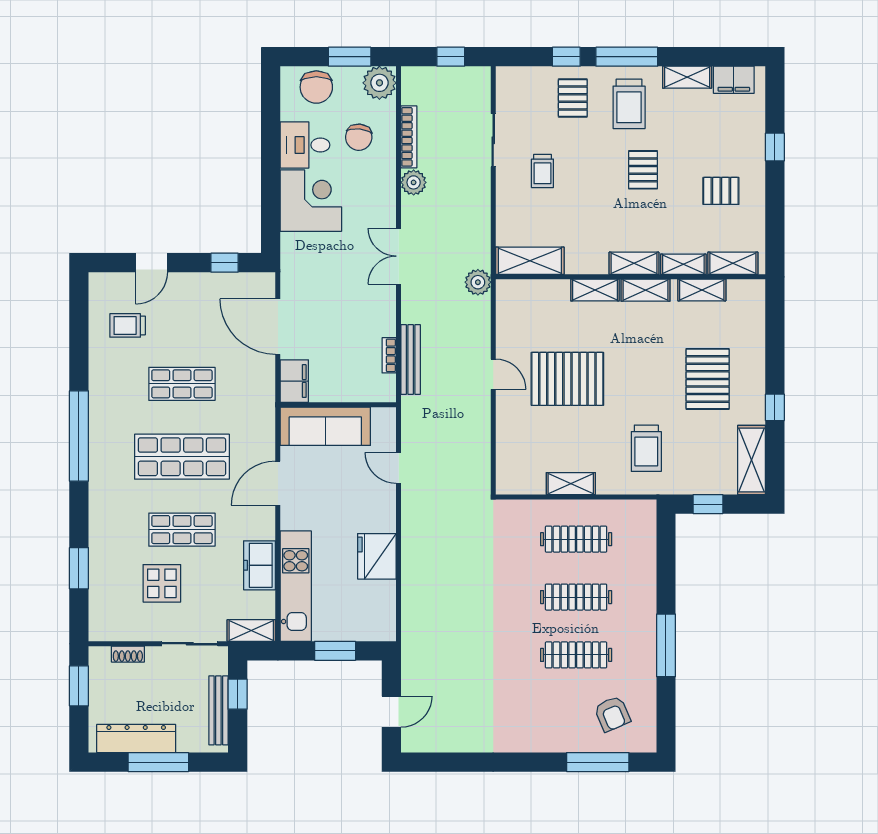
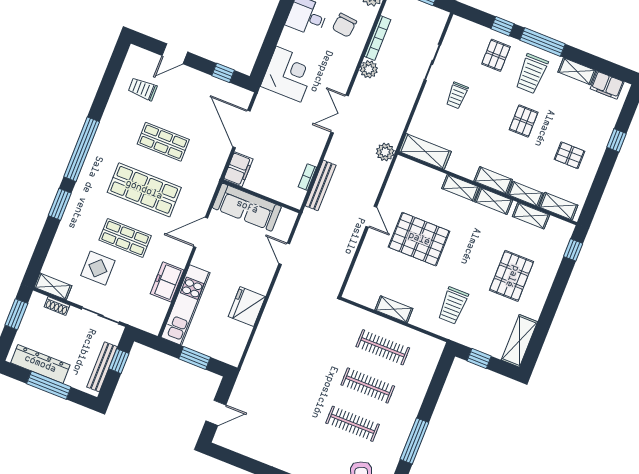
corner desk: (311, 201) -> (288, 74), moved
window: (775, 407) -> (573, 250), moved
window: (79, 568) -> (60, 204), moved
shelving: (251, 630) -> (53, 286), moved

